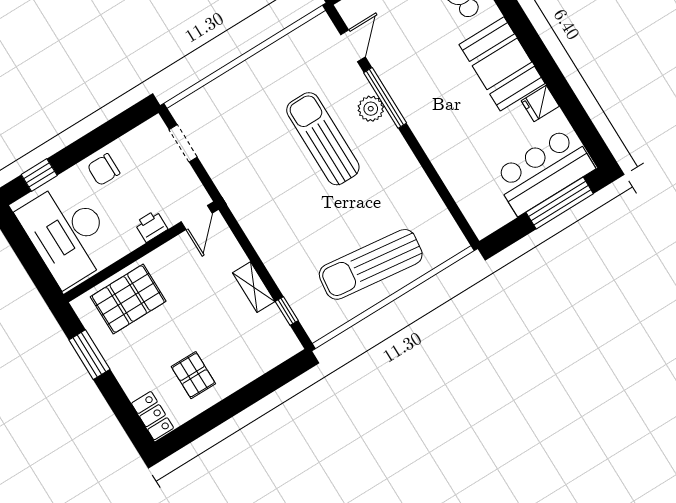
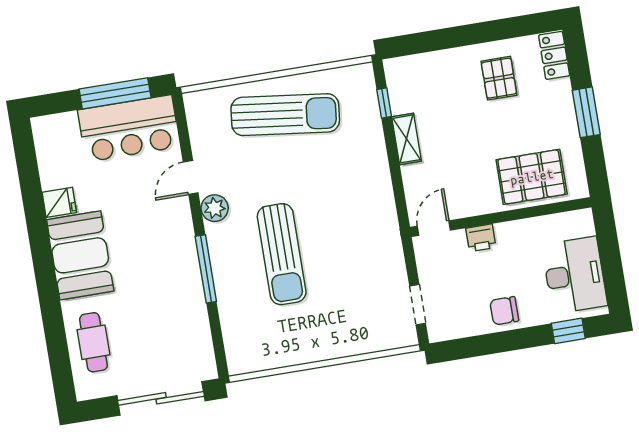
door: (353, 46) -> (191, 177), moved
plant: (371, 109) -> (215, 208), moved
chair: (104, 170) -> (504, 311), turned 180
bar counter: (544, 171) -> (129, 128), moved
window: (560, 203) -> (115, 93), moved
desk: (67, 233) -> (575, 275), width x0.73, depth x0.77
window: (89, 355) -> (586, 112), moved

